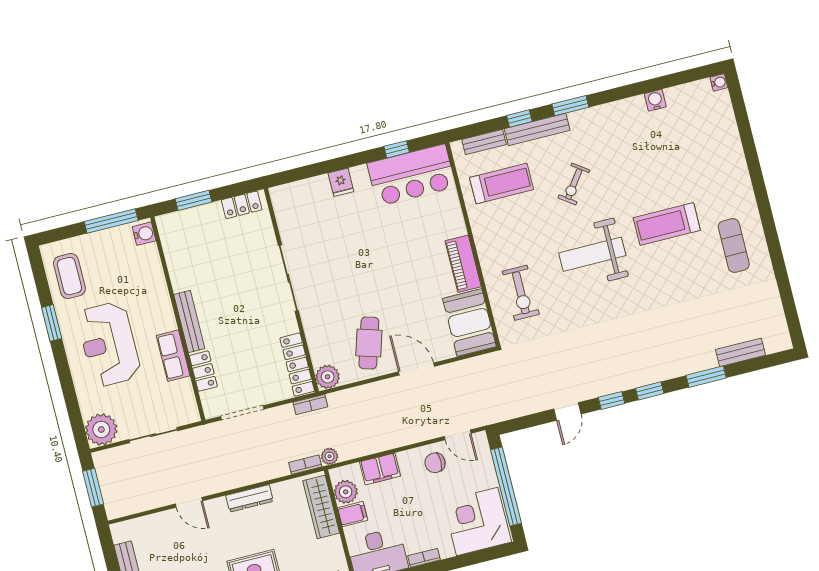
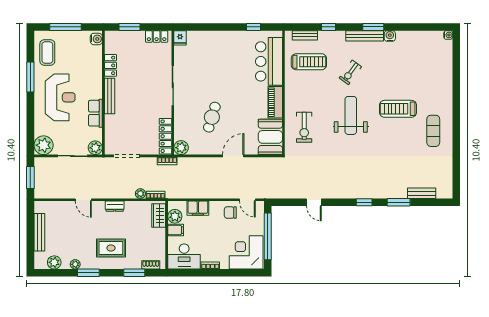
water cooler: (655, 100) -> (390, 36), moved
window: (570, 106) -> (373, 27), moved
bench: (537, 130) -> (365, 36), moved
bar counter: (411, 175) -> (269, 61), moved, turned 90
fridge: (341, 182) -> (180, 38), moved
window: (111, 221) -> (66, 27), moved
weight bench: (592, 254) -> (351, 115), turned 90
window: (52, 323) -> (30, 77), width x1.44
cafe table: (369, 343) -> (212, 117), moved
reception desk: (109, 344) -> (60, 97), turned 180
door: (416, 369) -> (233, 156), hinge flipped
locker: (203, 371) -> (111, 65), moved
window: (611, 400) -> (341, 202), removed
plant: (187, 412) -> (95, 148), added
door: (567, 412) -> (314, 202), hinge flipped
plant: (330, 456) -> (140, 194), moved
dresser: (249, 498) -> (115, 206), width x0.70
wardrobe: (321, 507) -> (159, 216), width x0.67

